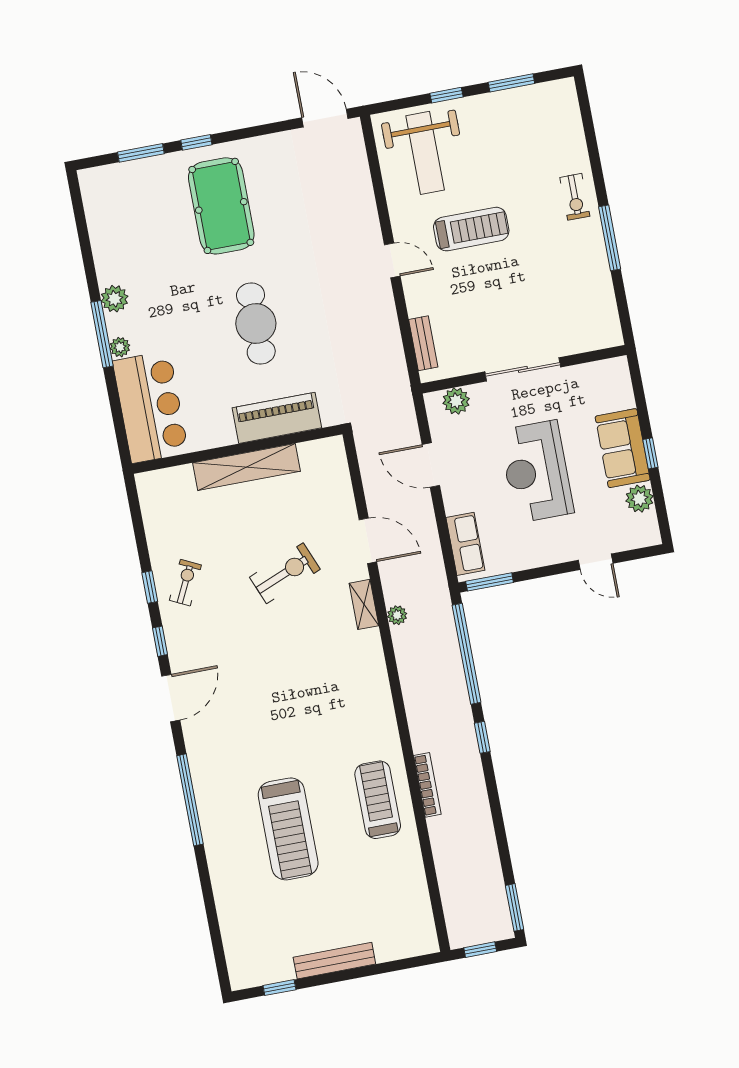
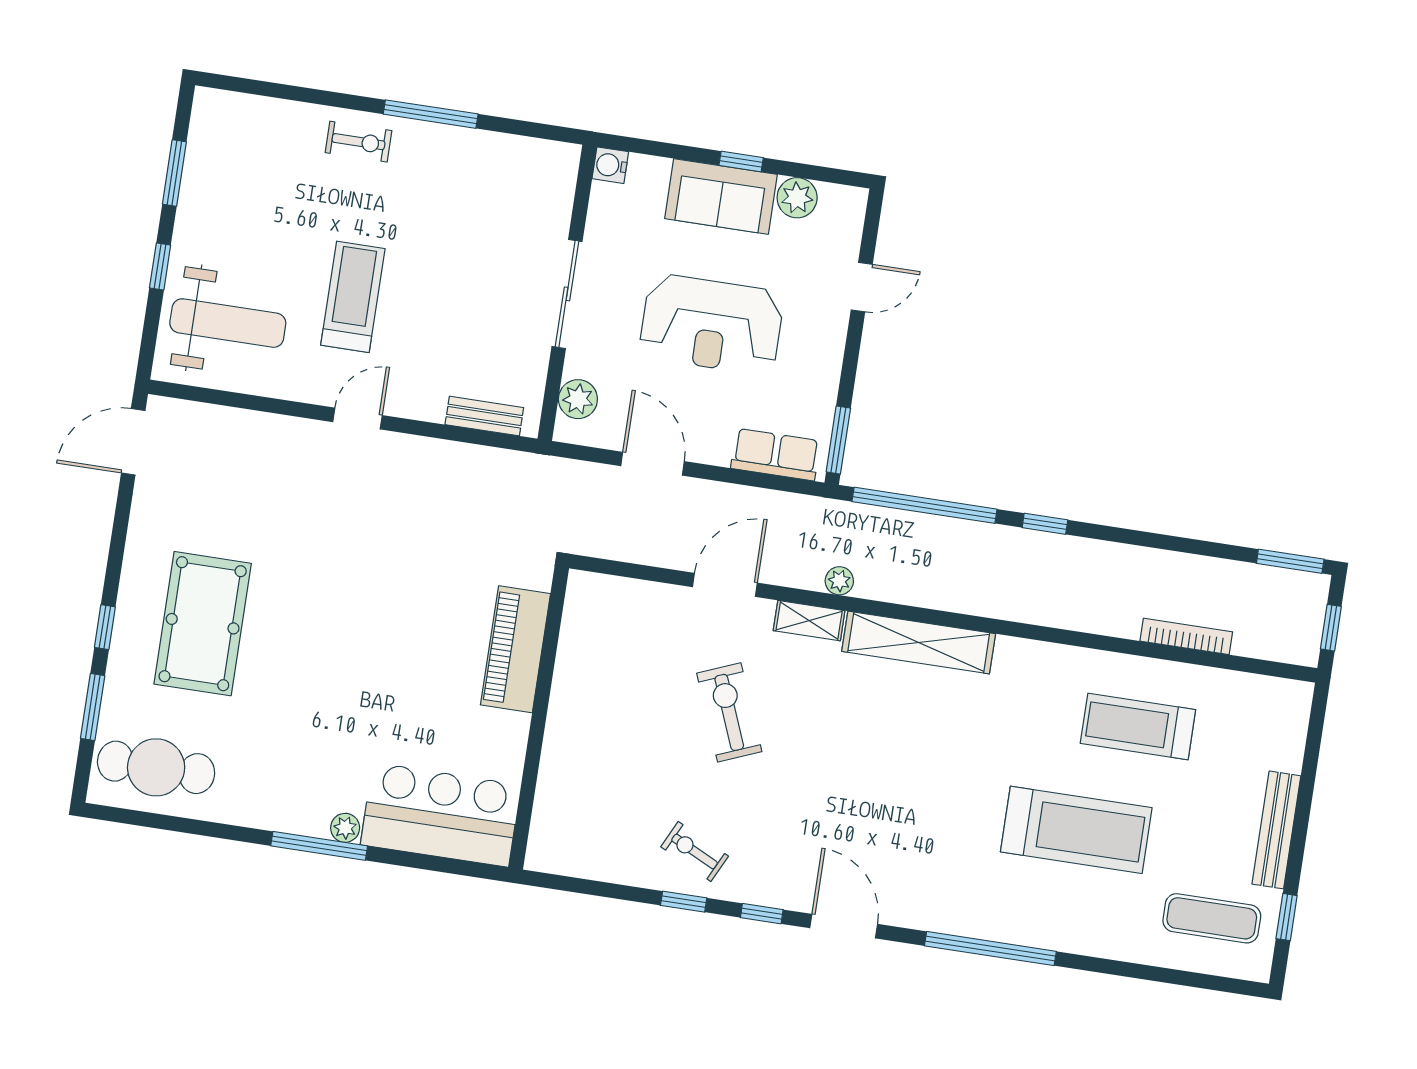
pool table: (221, 206) -> (203, 624), turned 90
plant: (114, 299) -> (277, 812), removed
cafe table: (256, 324) -> (156, 767), moved
water cooler: (618, 368) -> (610, 165), added
door: (431, 465) -> (652, 464), swing flipped
shelving: (246, 467) -> (919, 643), moved, turned 90
bookcase: (427, 785) -> (1186, 636), moved
treadmill: (378, 800) -> (1138, 726), moved
exercise mat: (261, 939) -> (1212, 918), added

